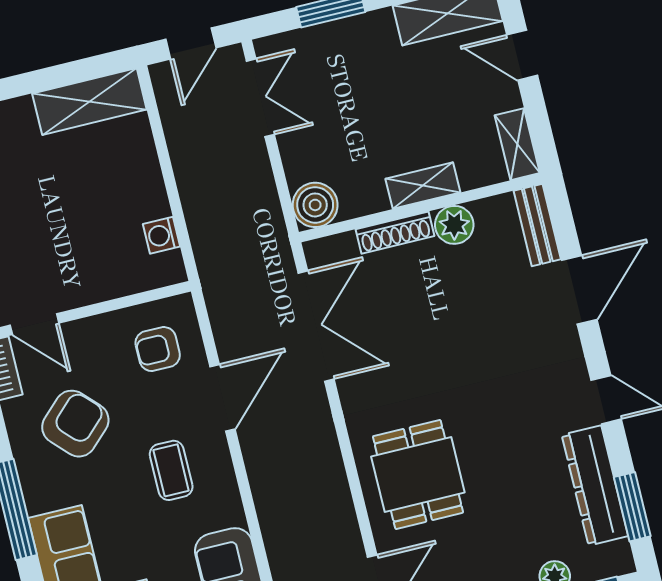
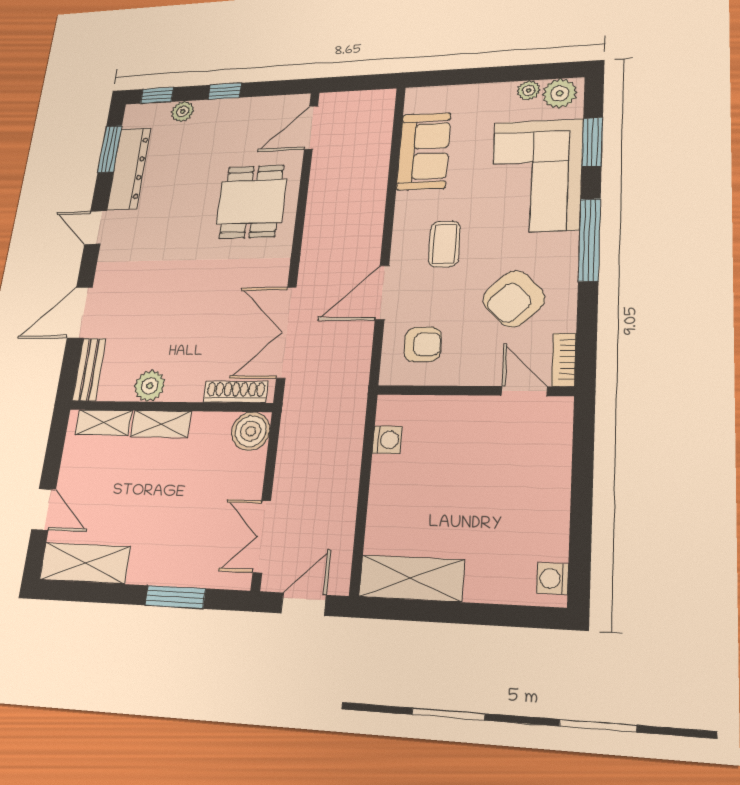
shelving: (517, 144) -> (104, 423), moved, turned 90
shoe rack: (395, 233) -> (236, 392), moved

